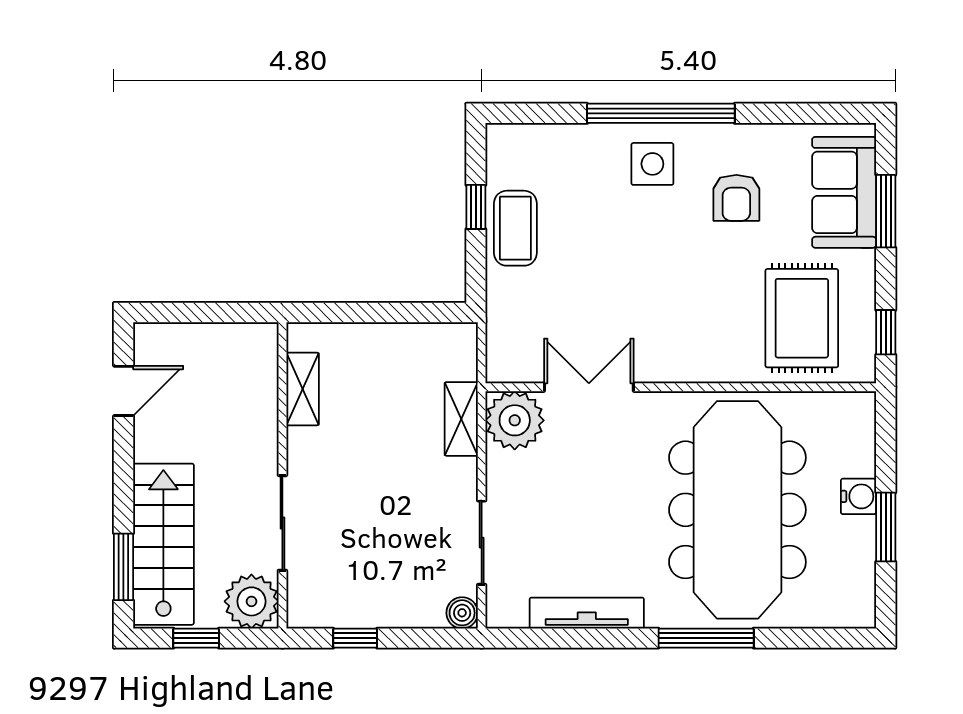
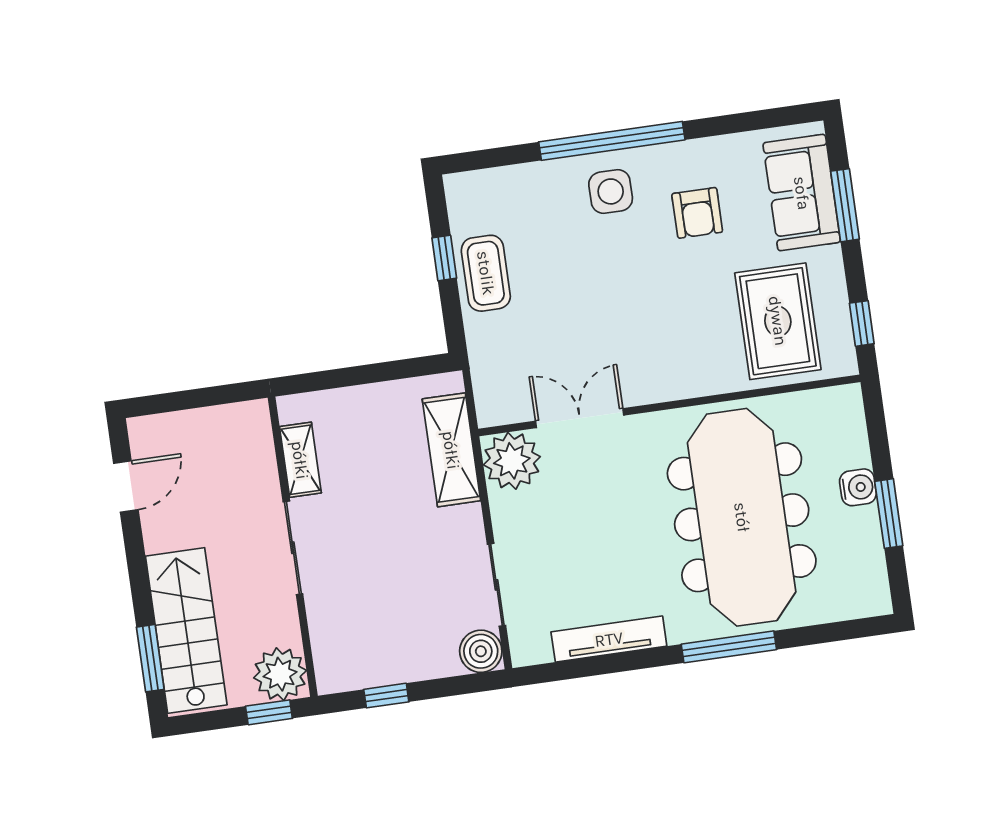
shelving: (461, 419) -> (451, 450), width x1.50, depth x1.33
sliding door: (282, 523) -> (293, 548), moved
boiler: (462, 613) -> (481, 651), width x1.36, depth x1.36
window: (196, 638) -> (269, 712), moved

